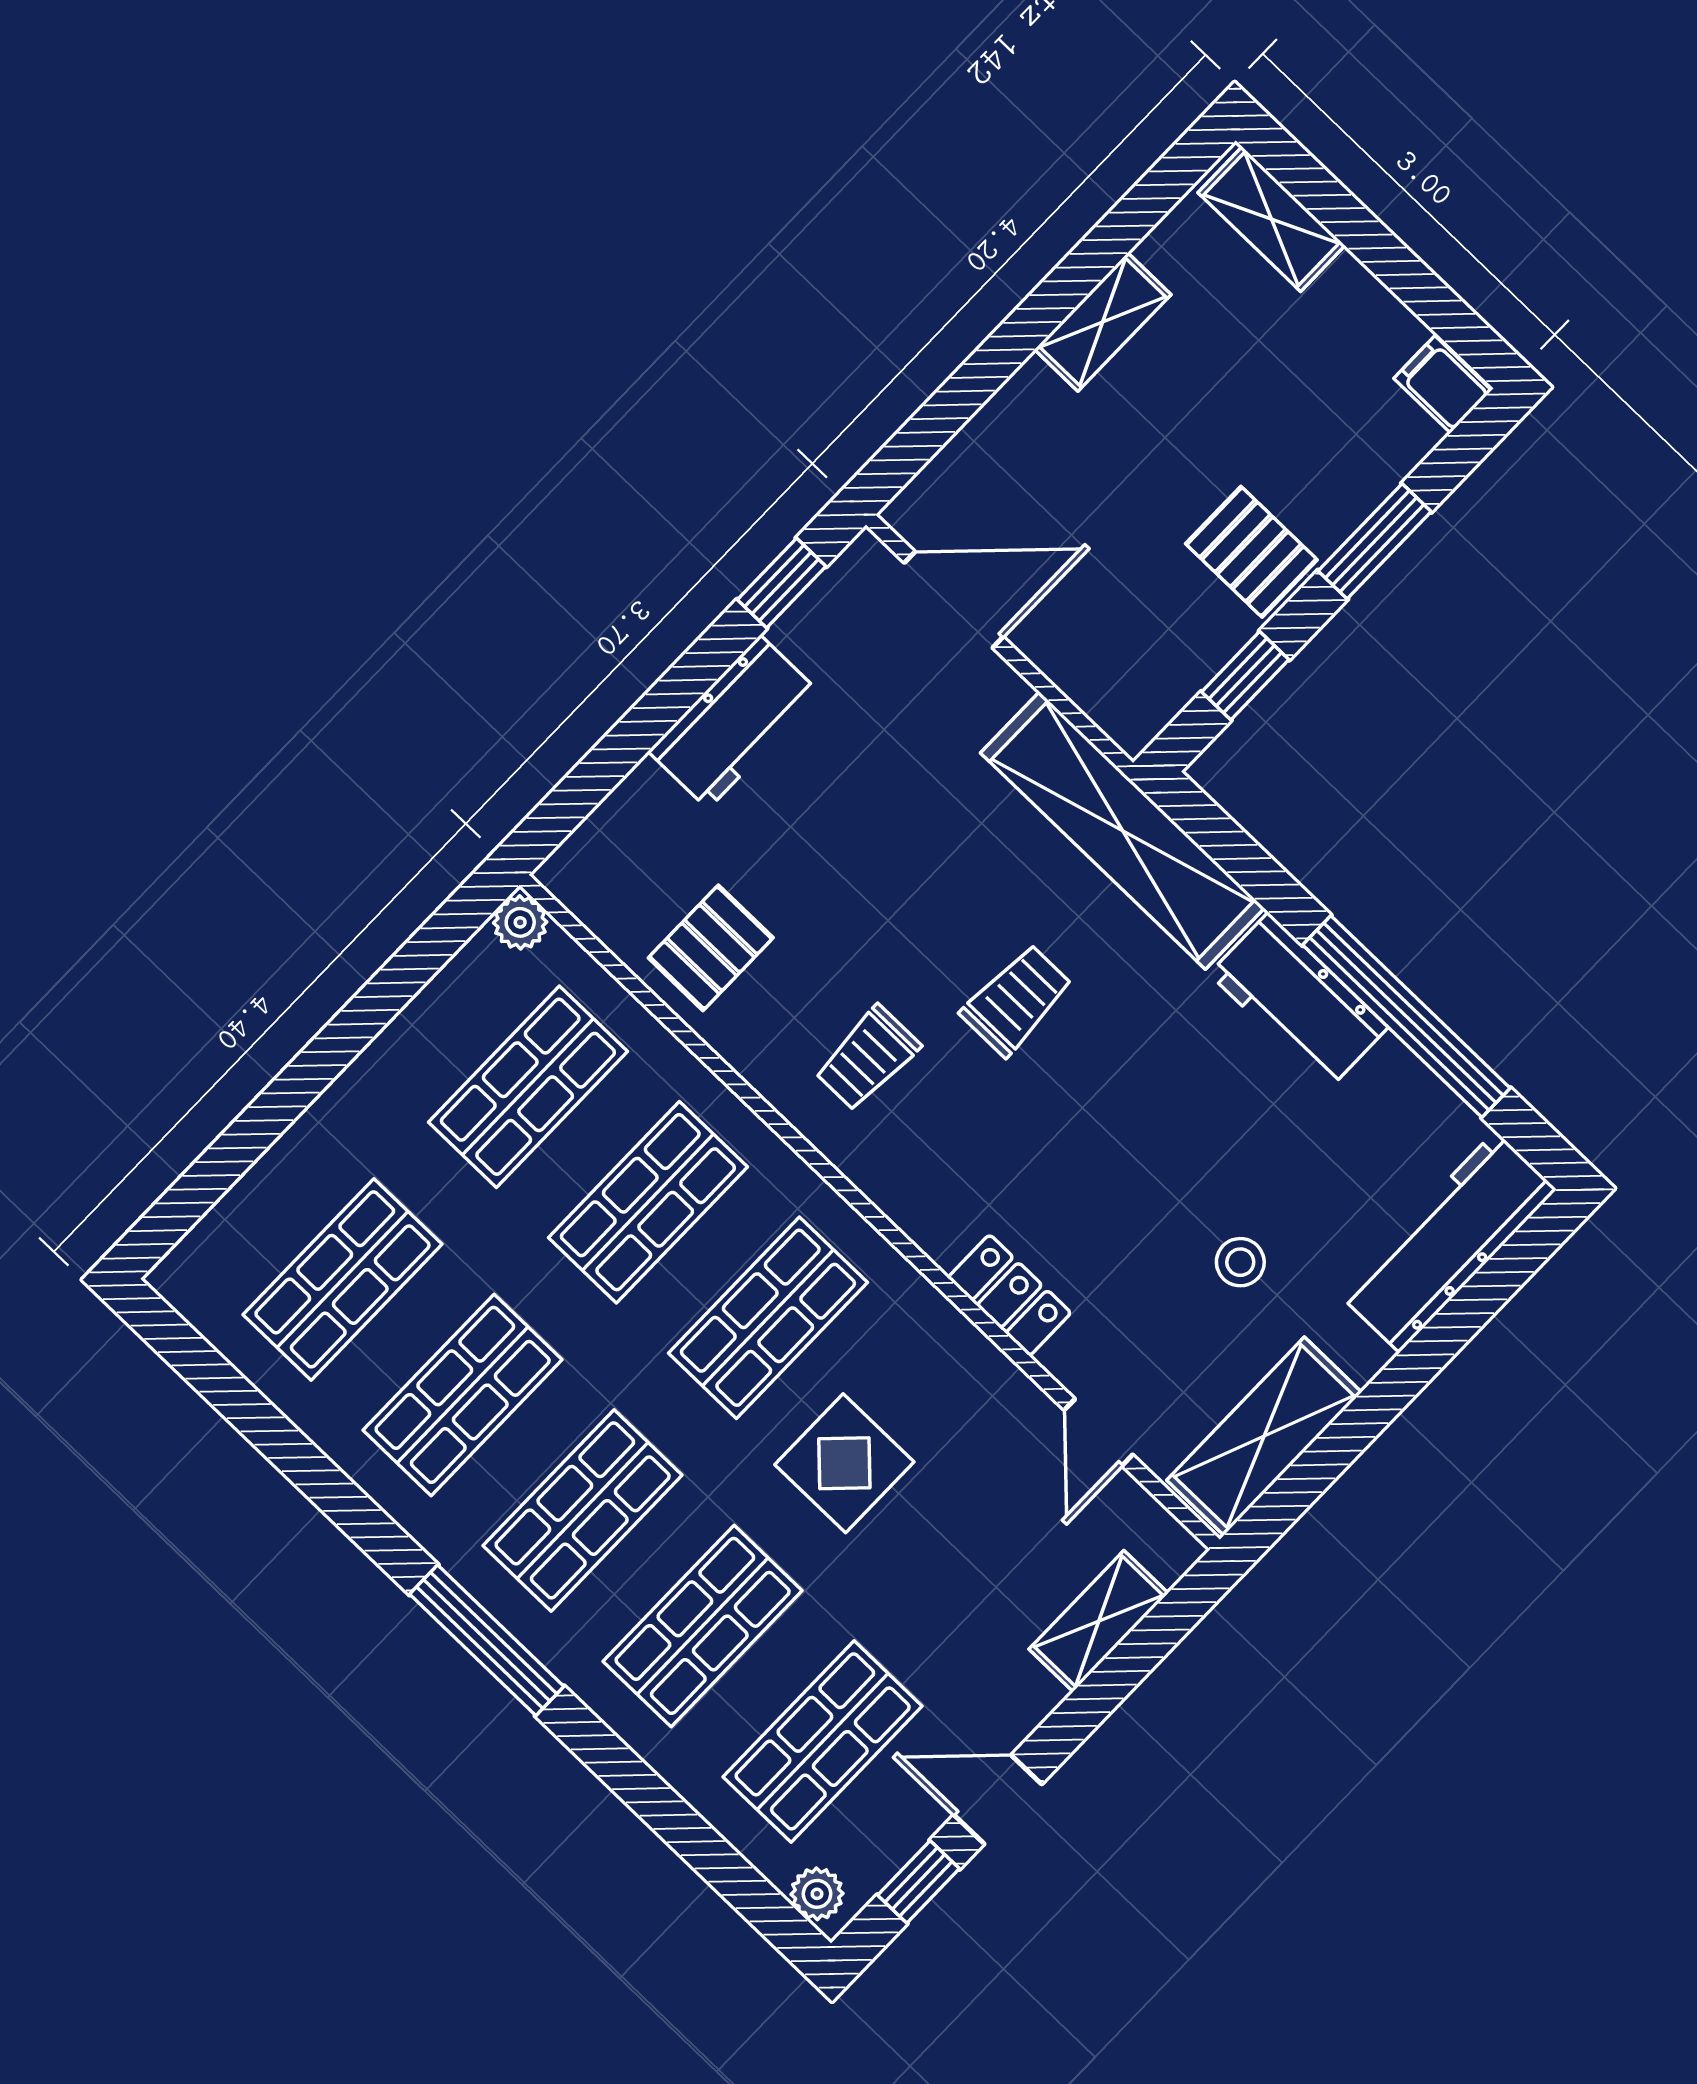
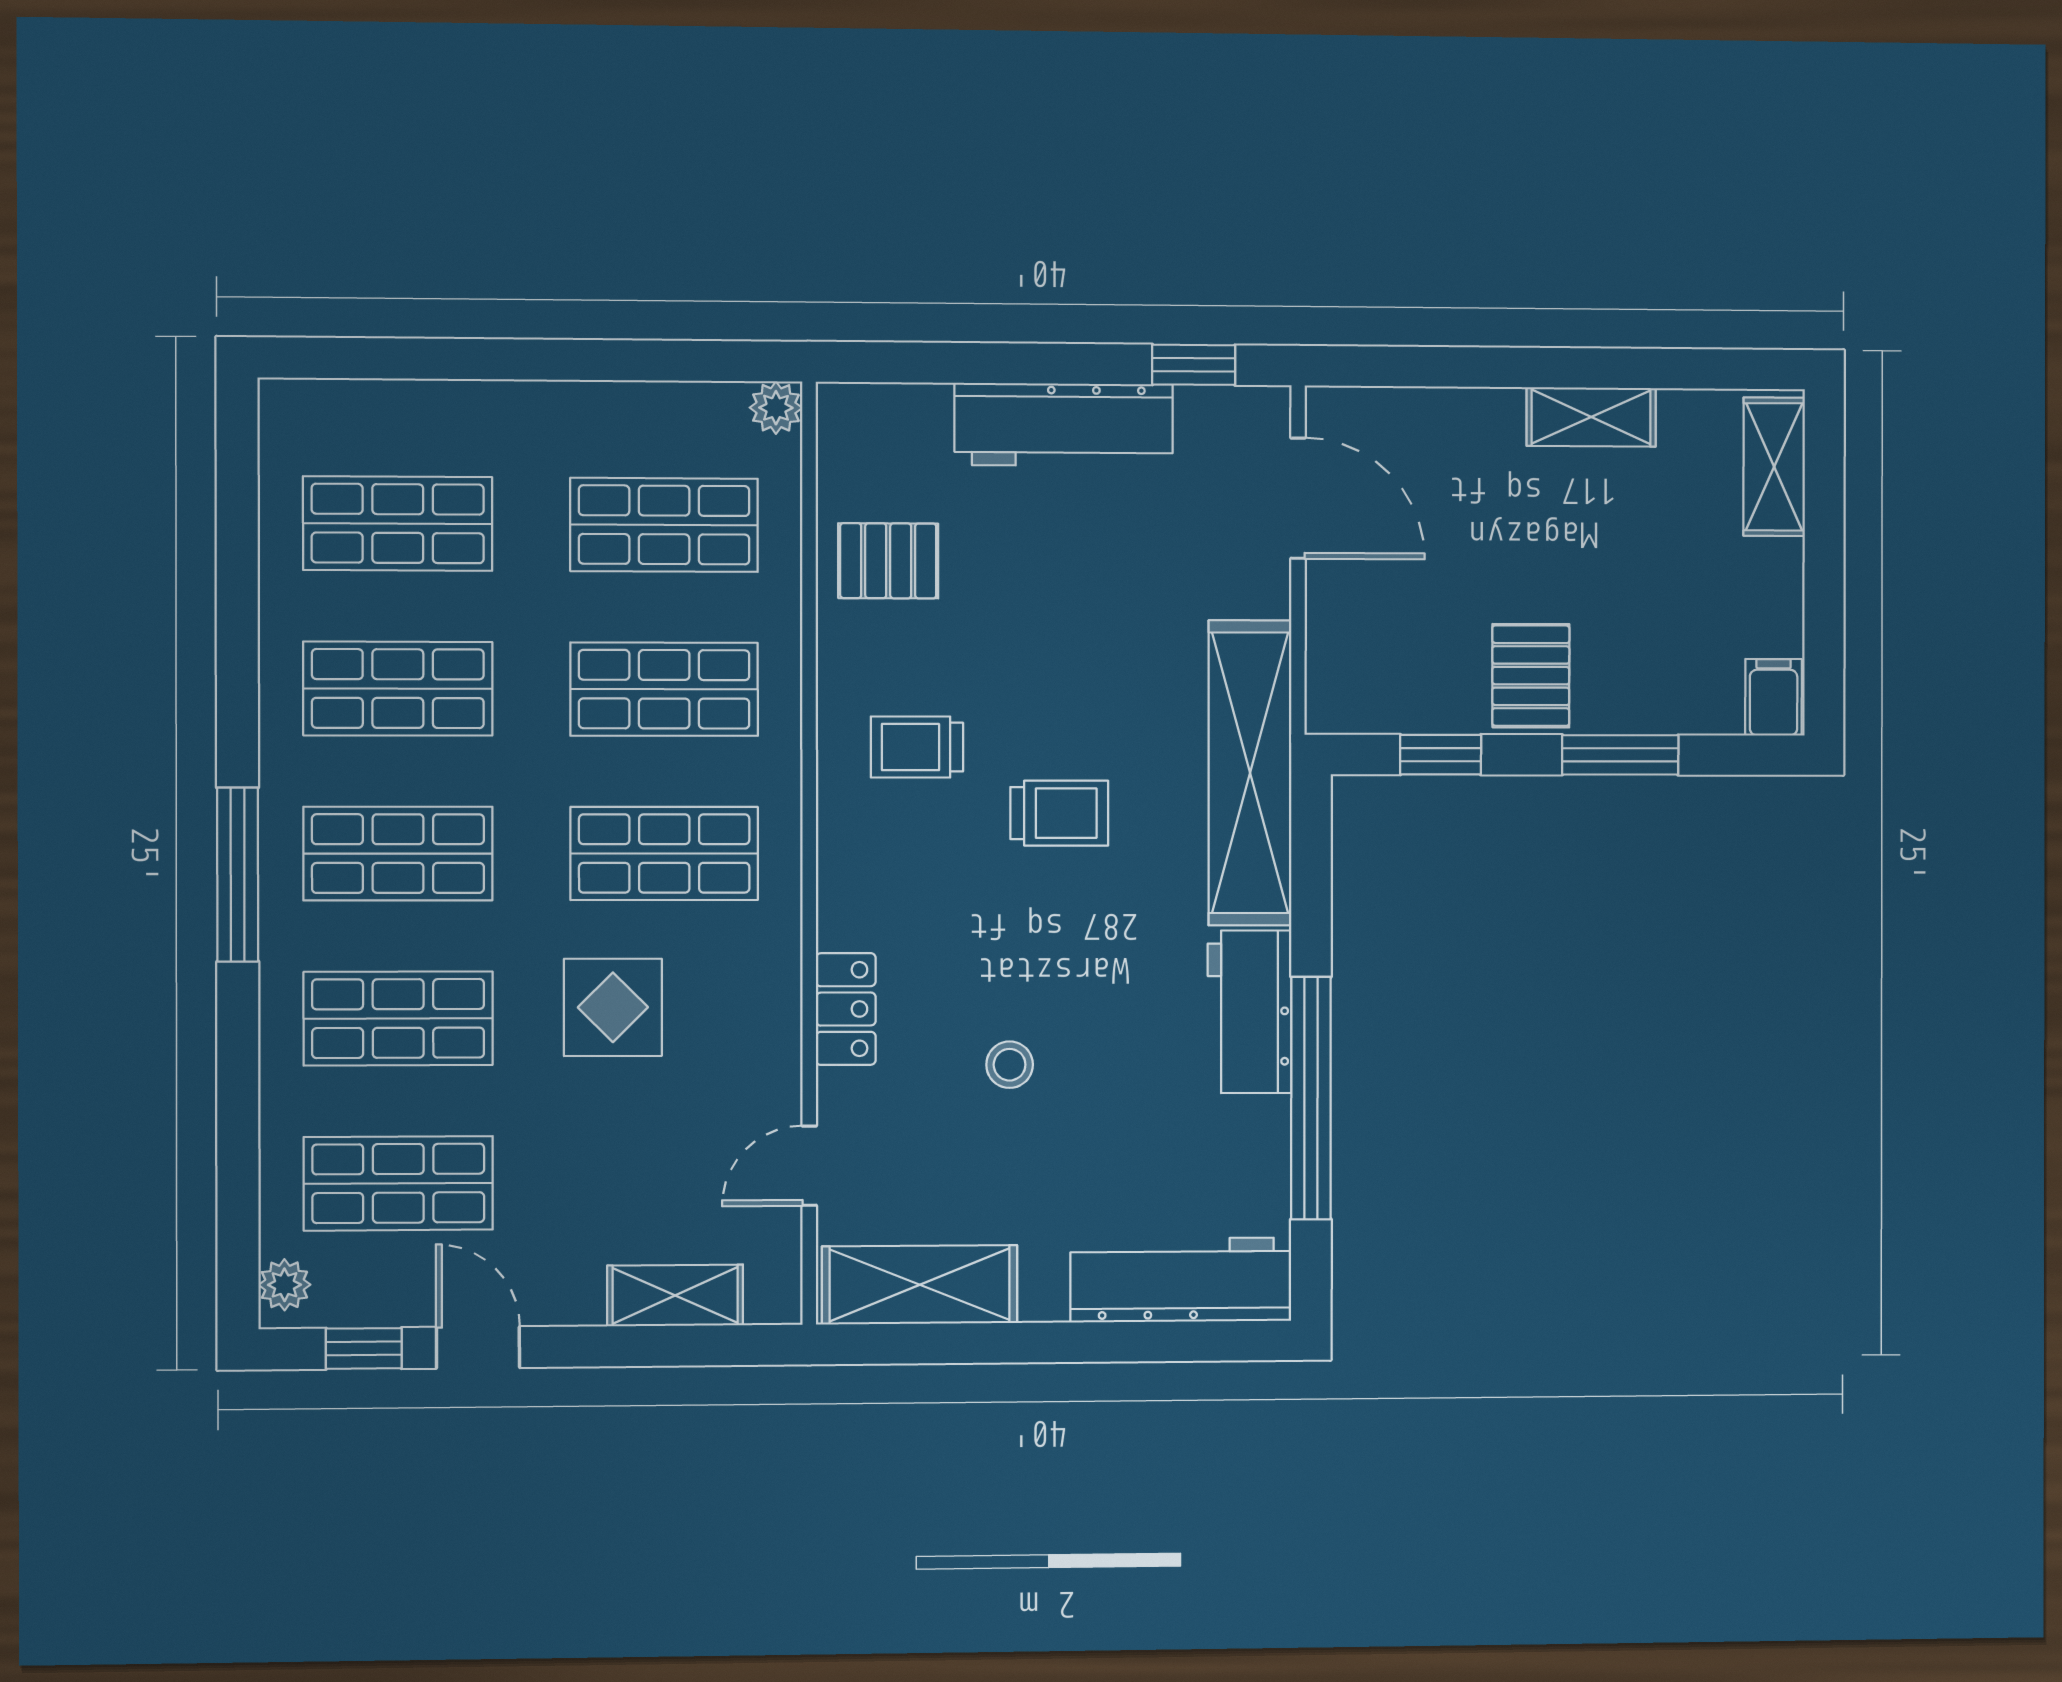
workbench: (734, 722) -> (1064, 425), width x1.38
stool: (1240, 1262) -> (1010, 1065), moved

